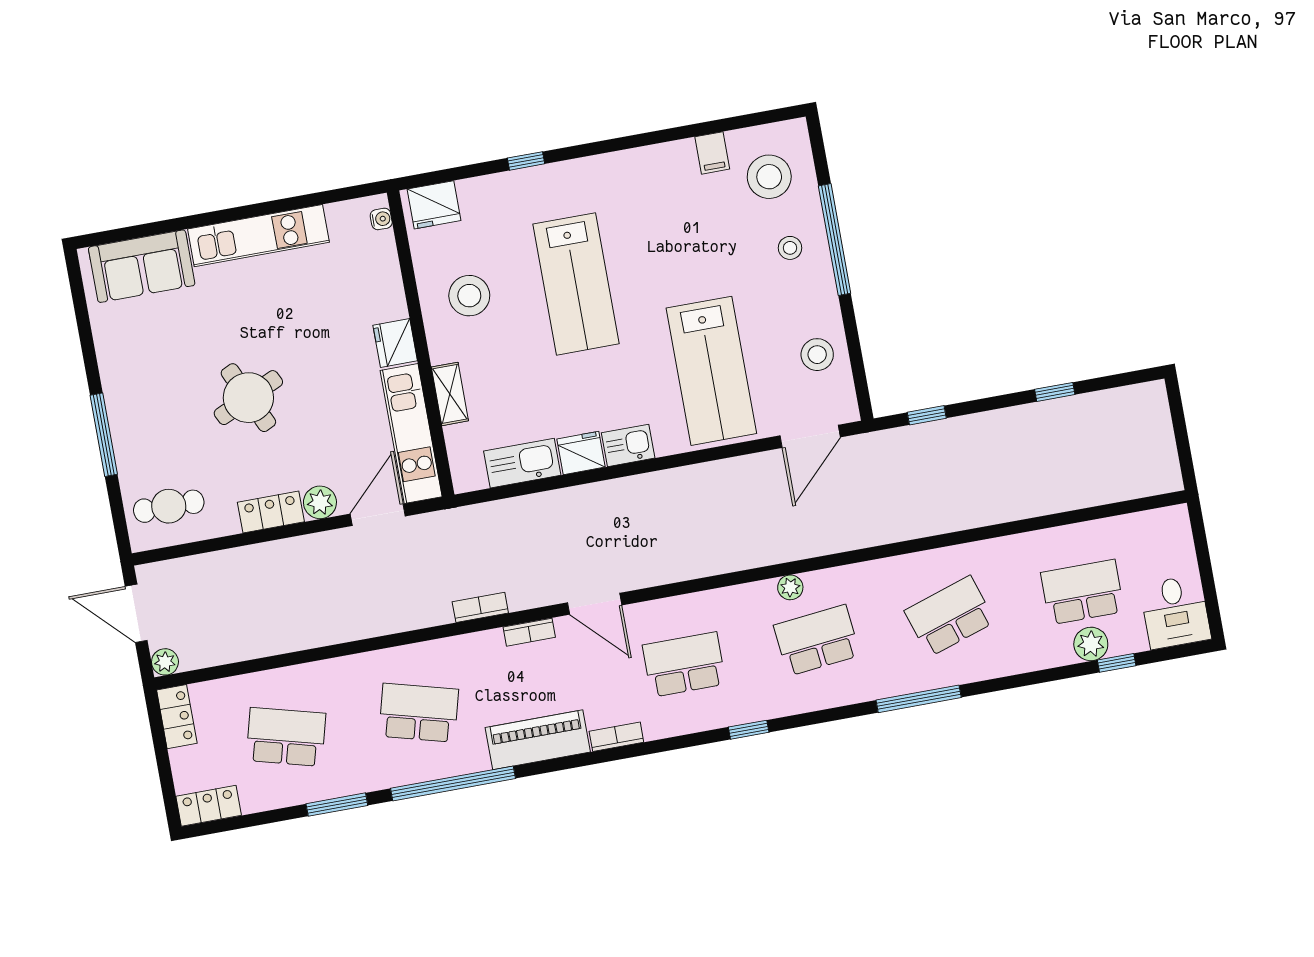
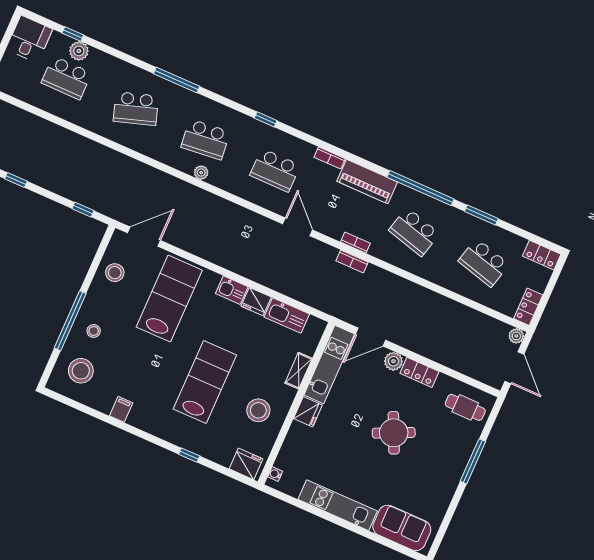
filing cabinet: (712, 153) -> (121, 409), moved
bookcase: (529, 632) -> (355, 243), moved

